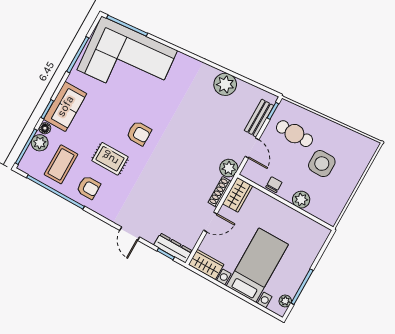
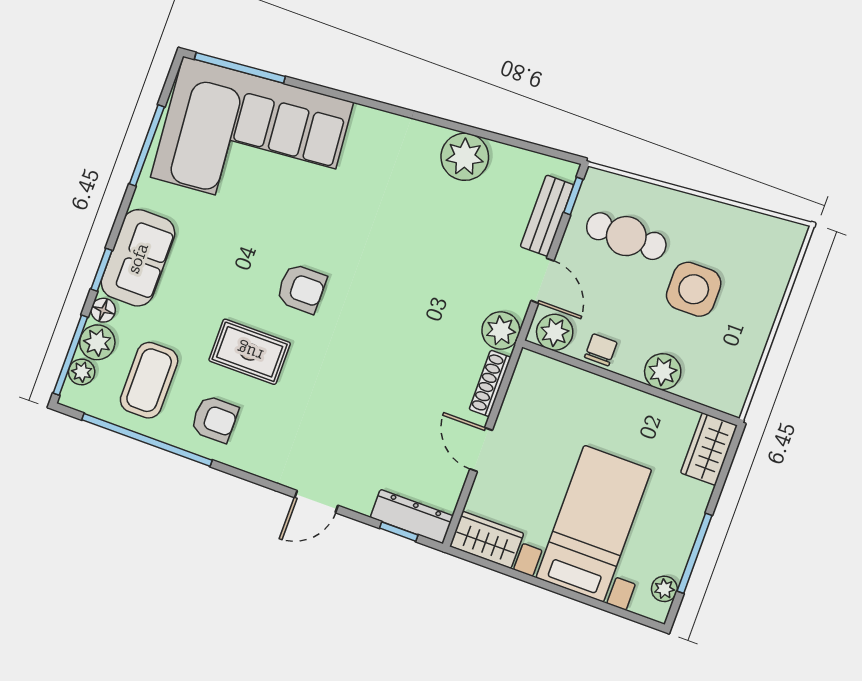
plant: (30, 155) -> (82, 372), added
plant: (254, 173) -> (555, 332), added
wardrobe: (238, 195) -> (709, 449), moved, turned 180
door: (210, 222) -> (481, 450), swing flipped
door: (130, 234) -> (316, 502), hinge flipped

